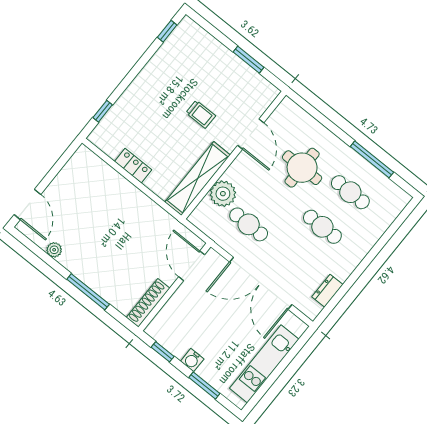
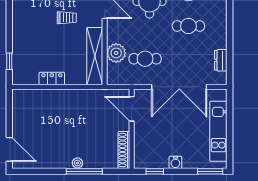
plant: (54, 250) -> (77, 163), moved
window: (204, 385) -> (210, 171), moved

